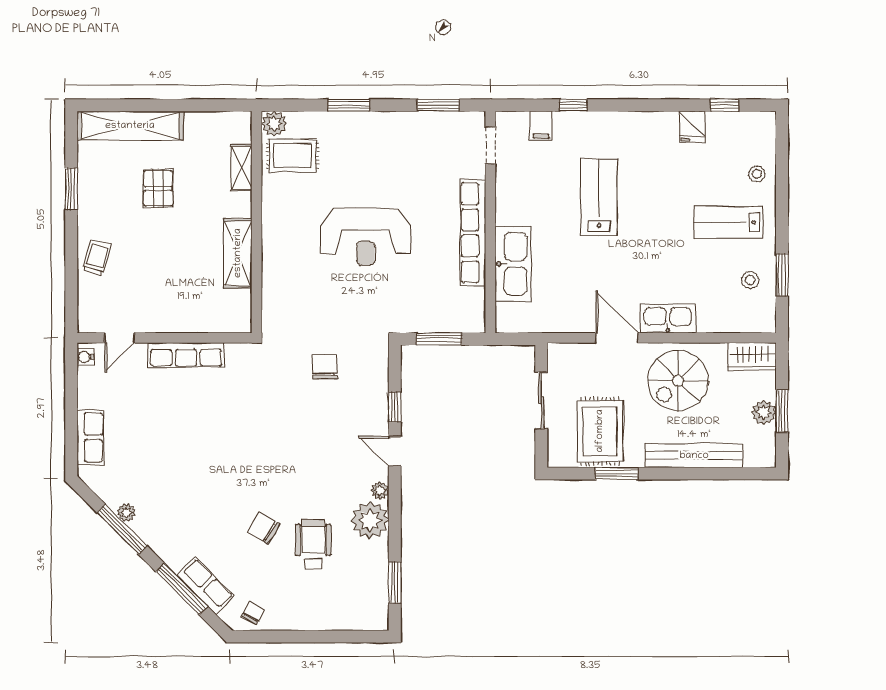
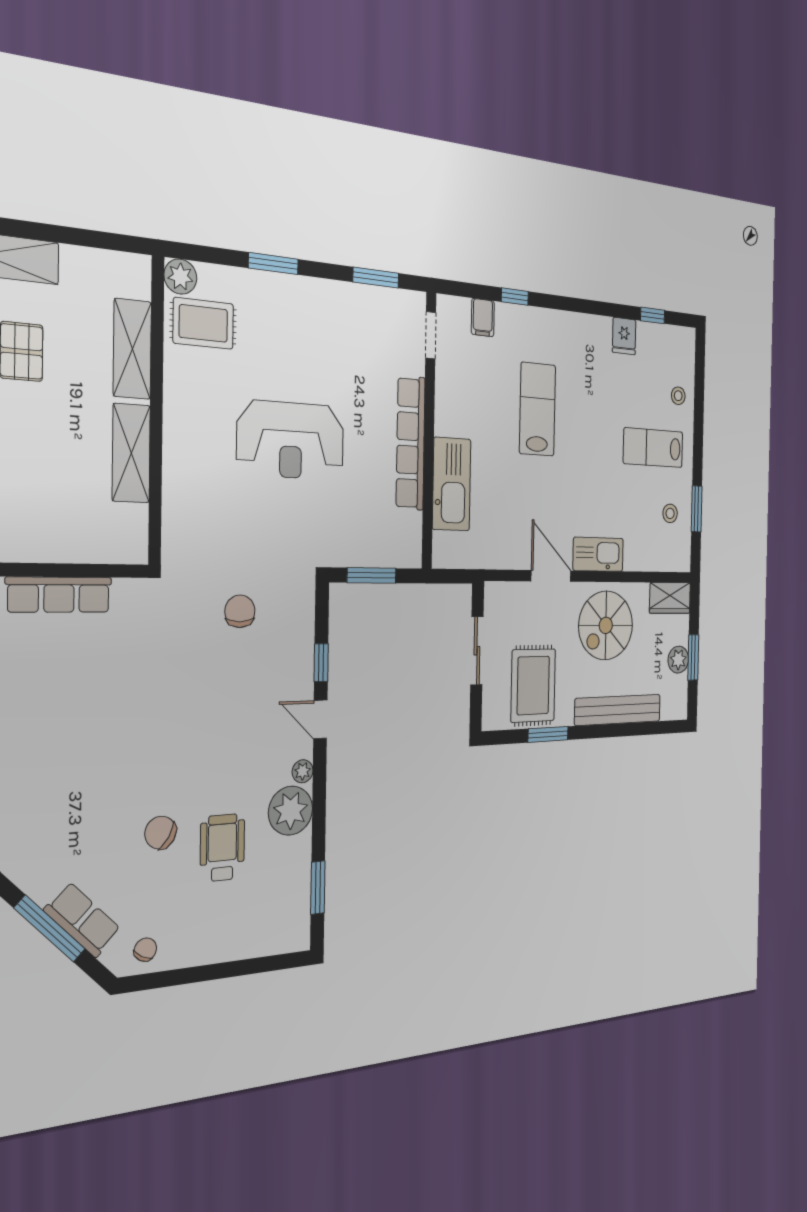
shelving: (241, 168) -> (132, 349), width x1.50, depth x1.33

